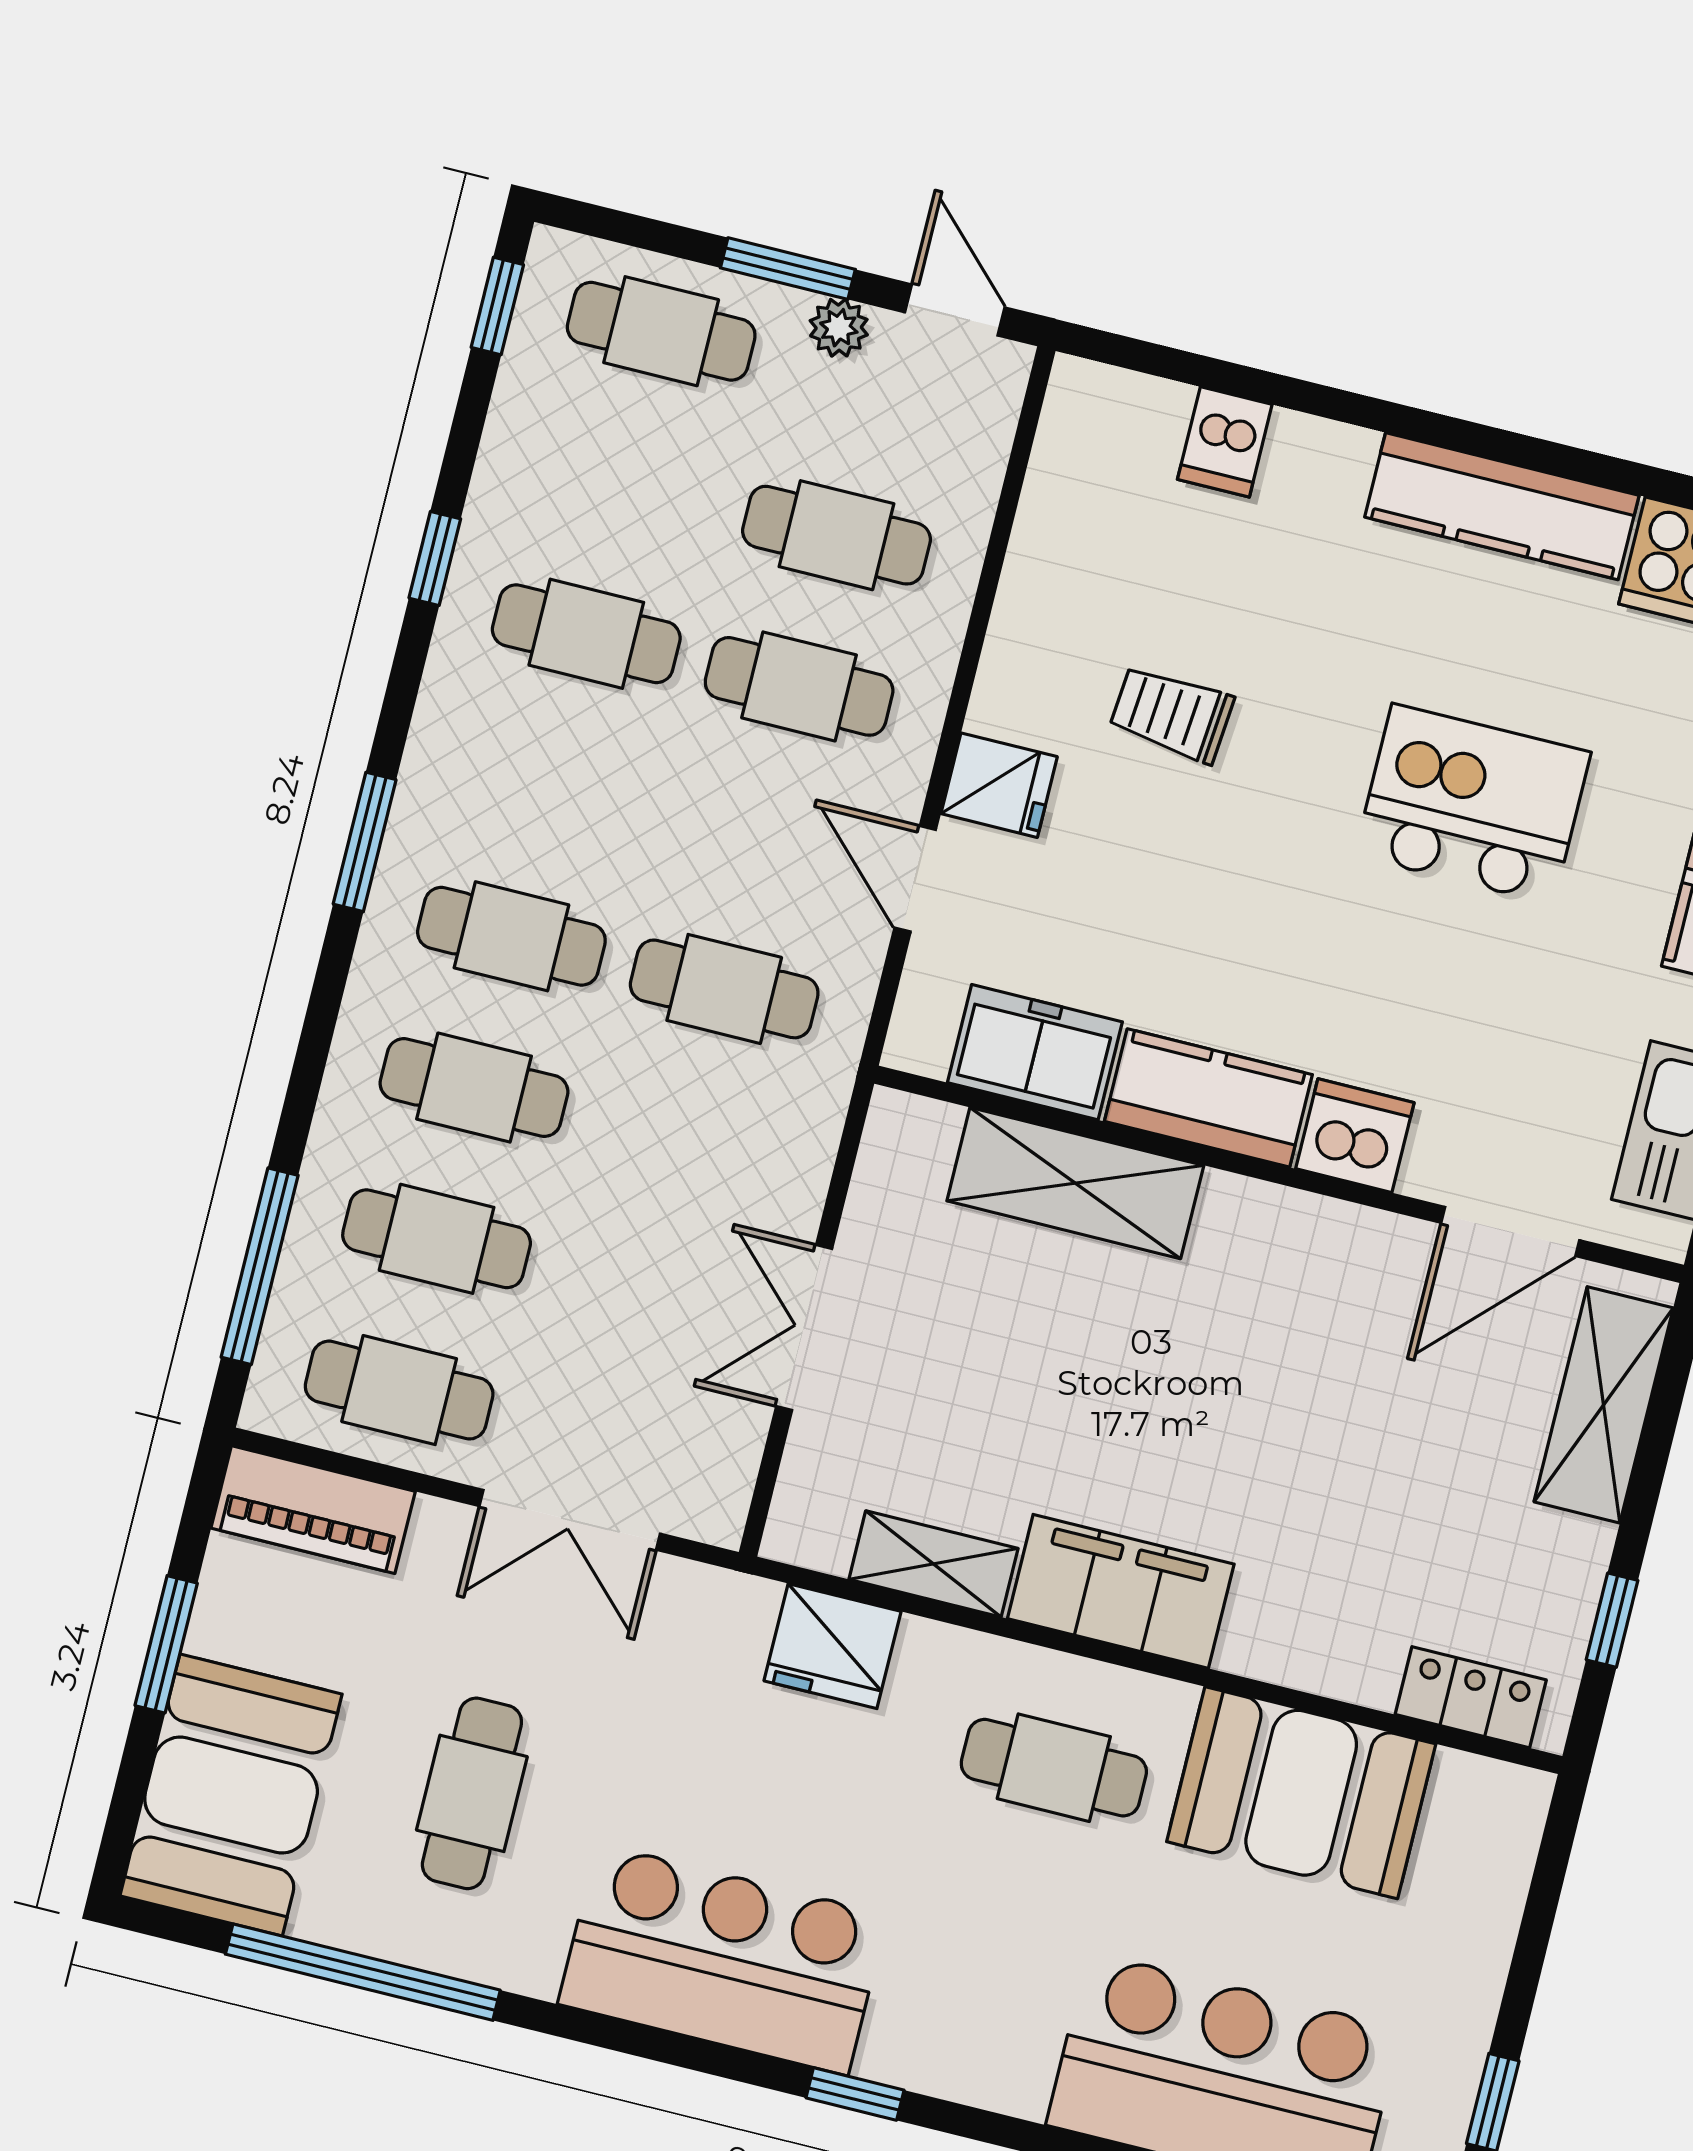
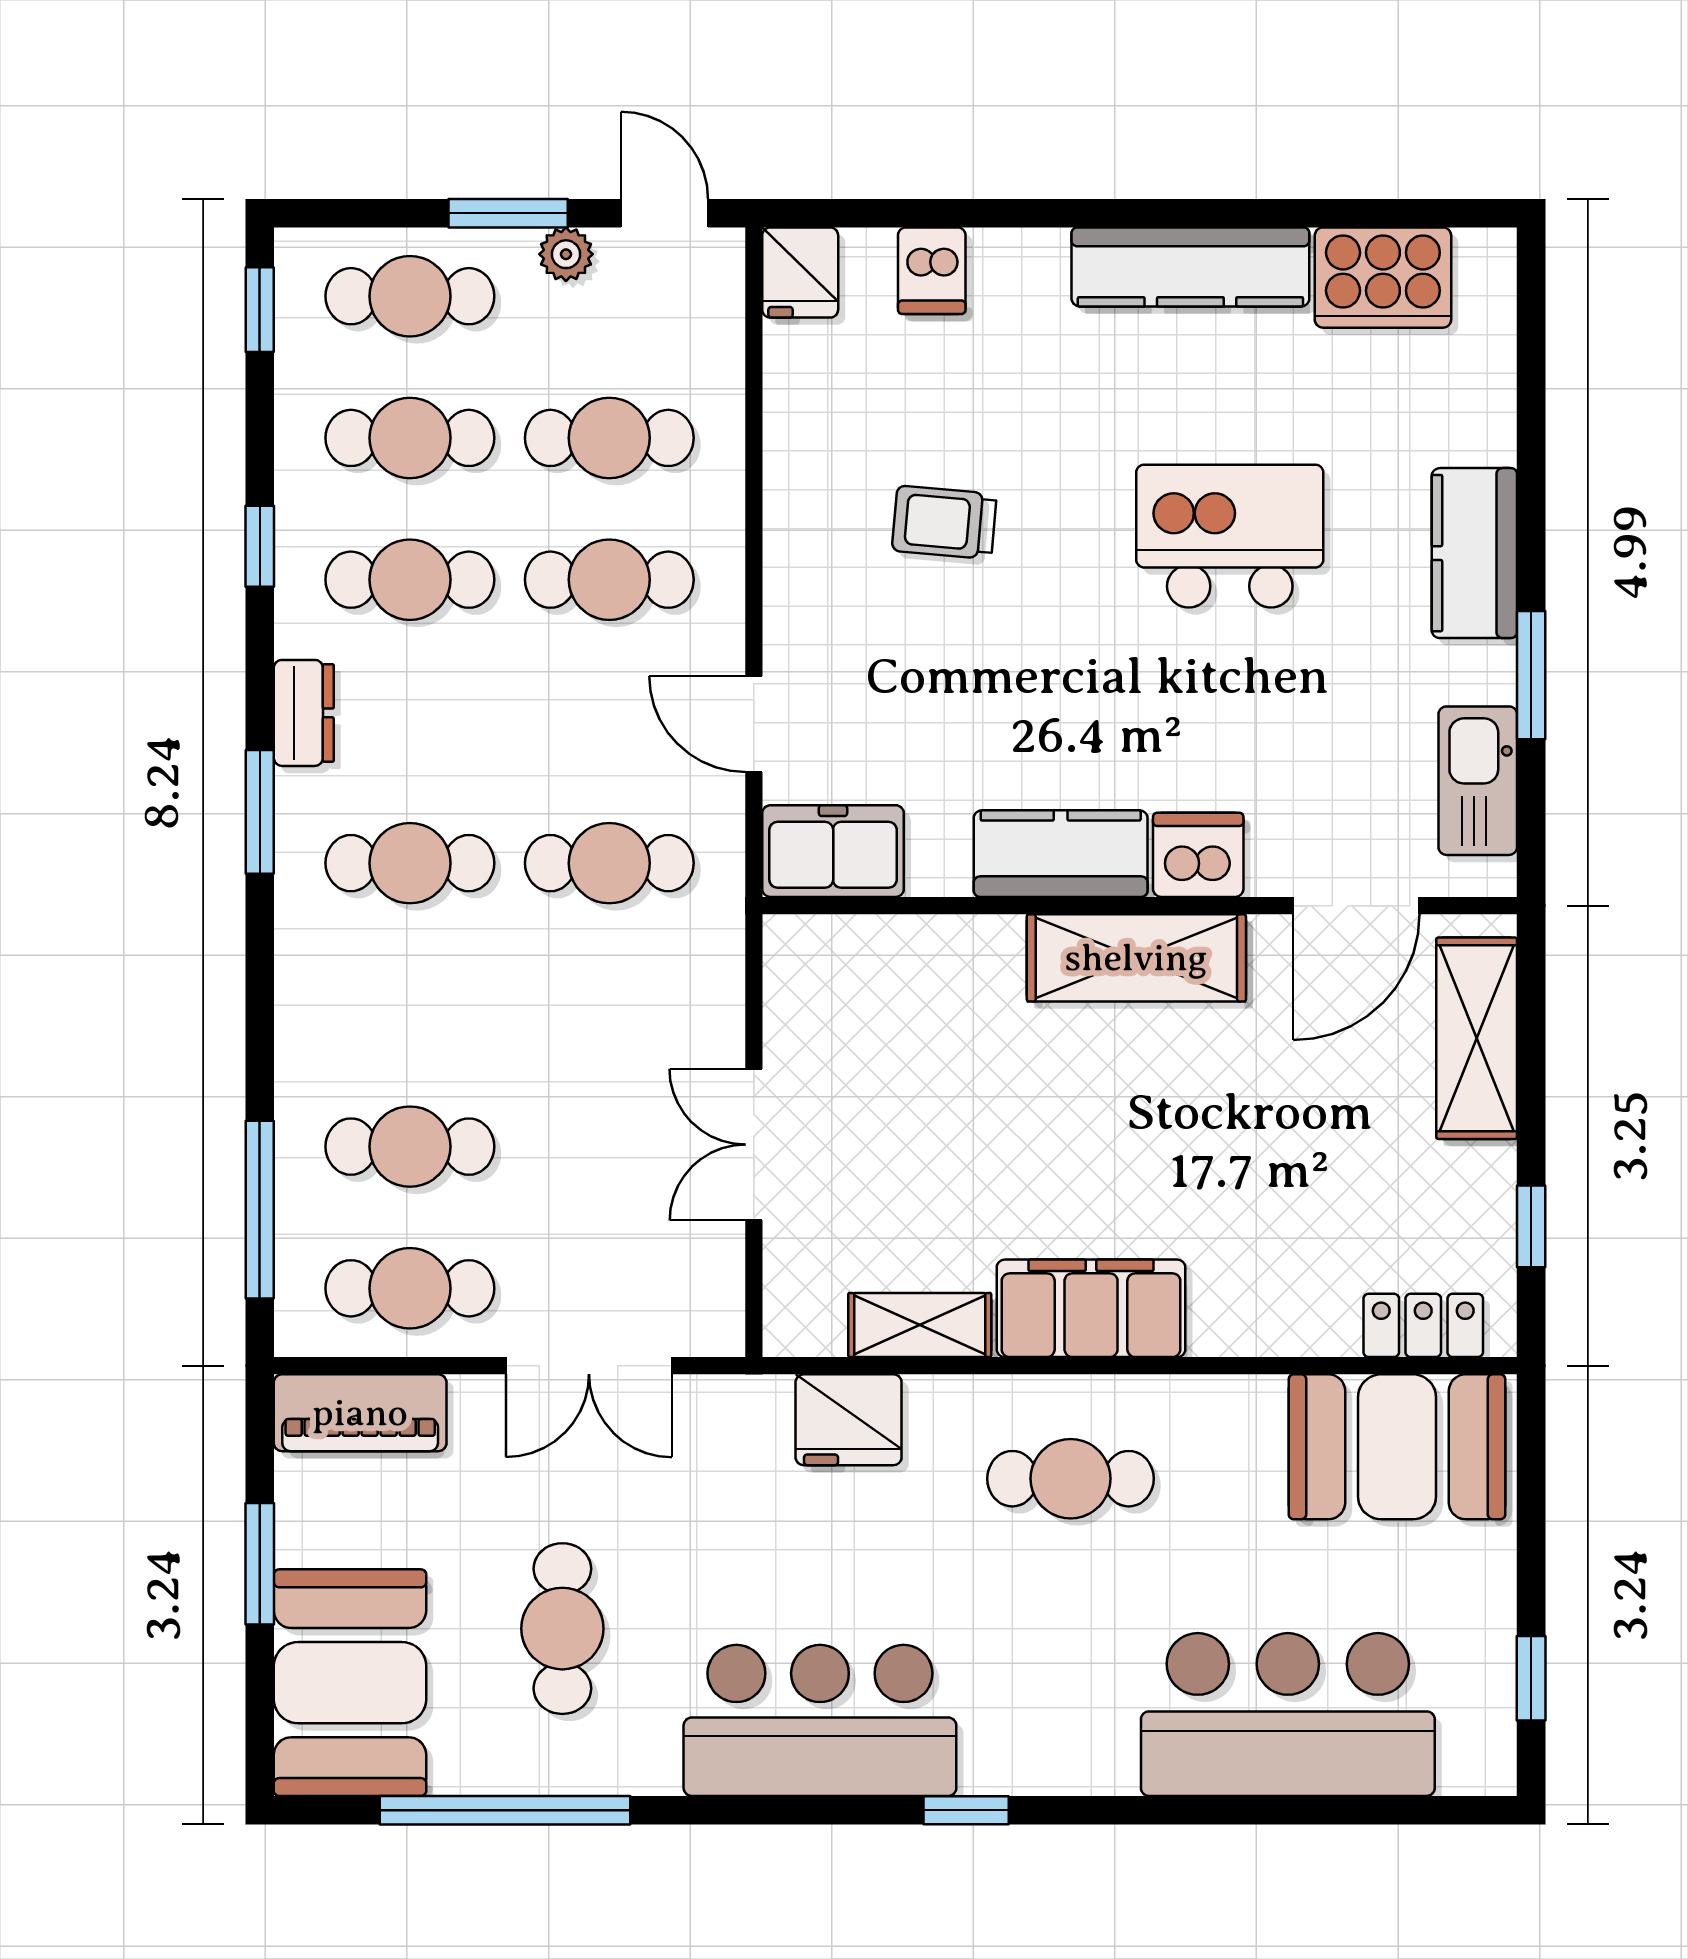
dresser: (438, 748) -> (304, 713), added
fridge: (999, 785) -> (800, 273), moved, turned 90
freezer: (1035, 1052) -> (833, 851), moved
cafe table: (474, 1088) -> (410, 438), moved
shelving: (1075, 1183) -> (1136, 958), moved
booth: (1301, 1793) -> (1397, 1447), moved

